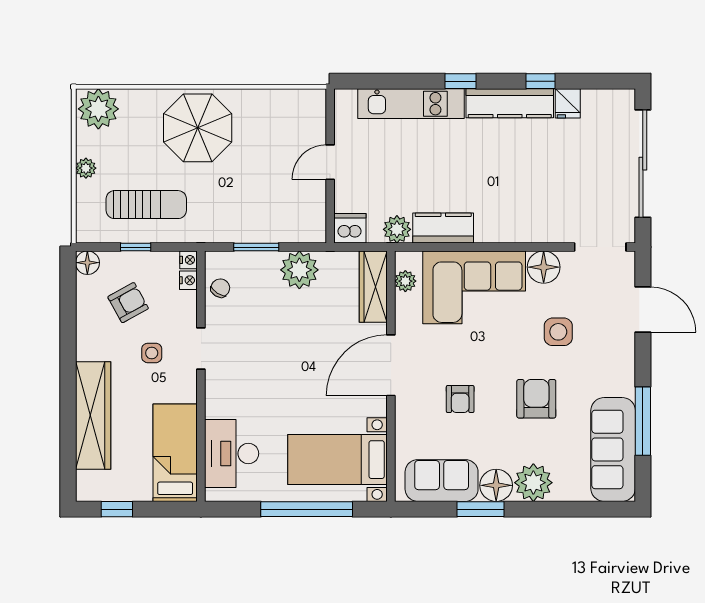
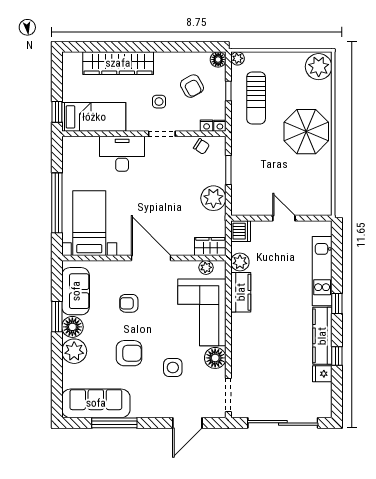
plant: (86, 168) -> (238, 58), moved
wardrobe: (373, 287) -> (210, 246), width x0.67
desk: (232, 453) -> (122, 154), moved
window: (117, 509) -> (57, 112), moved

